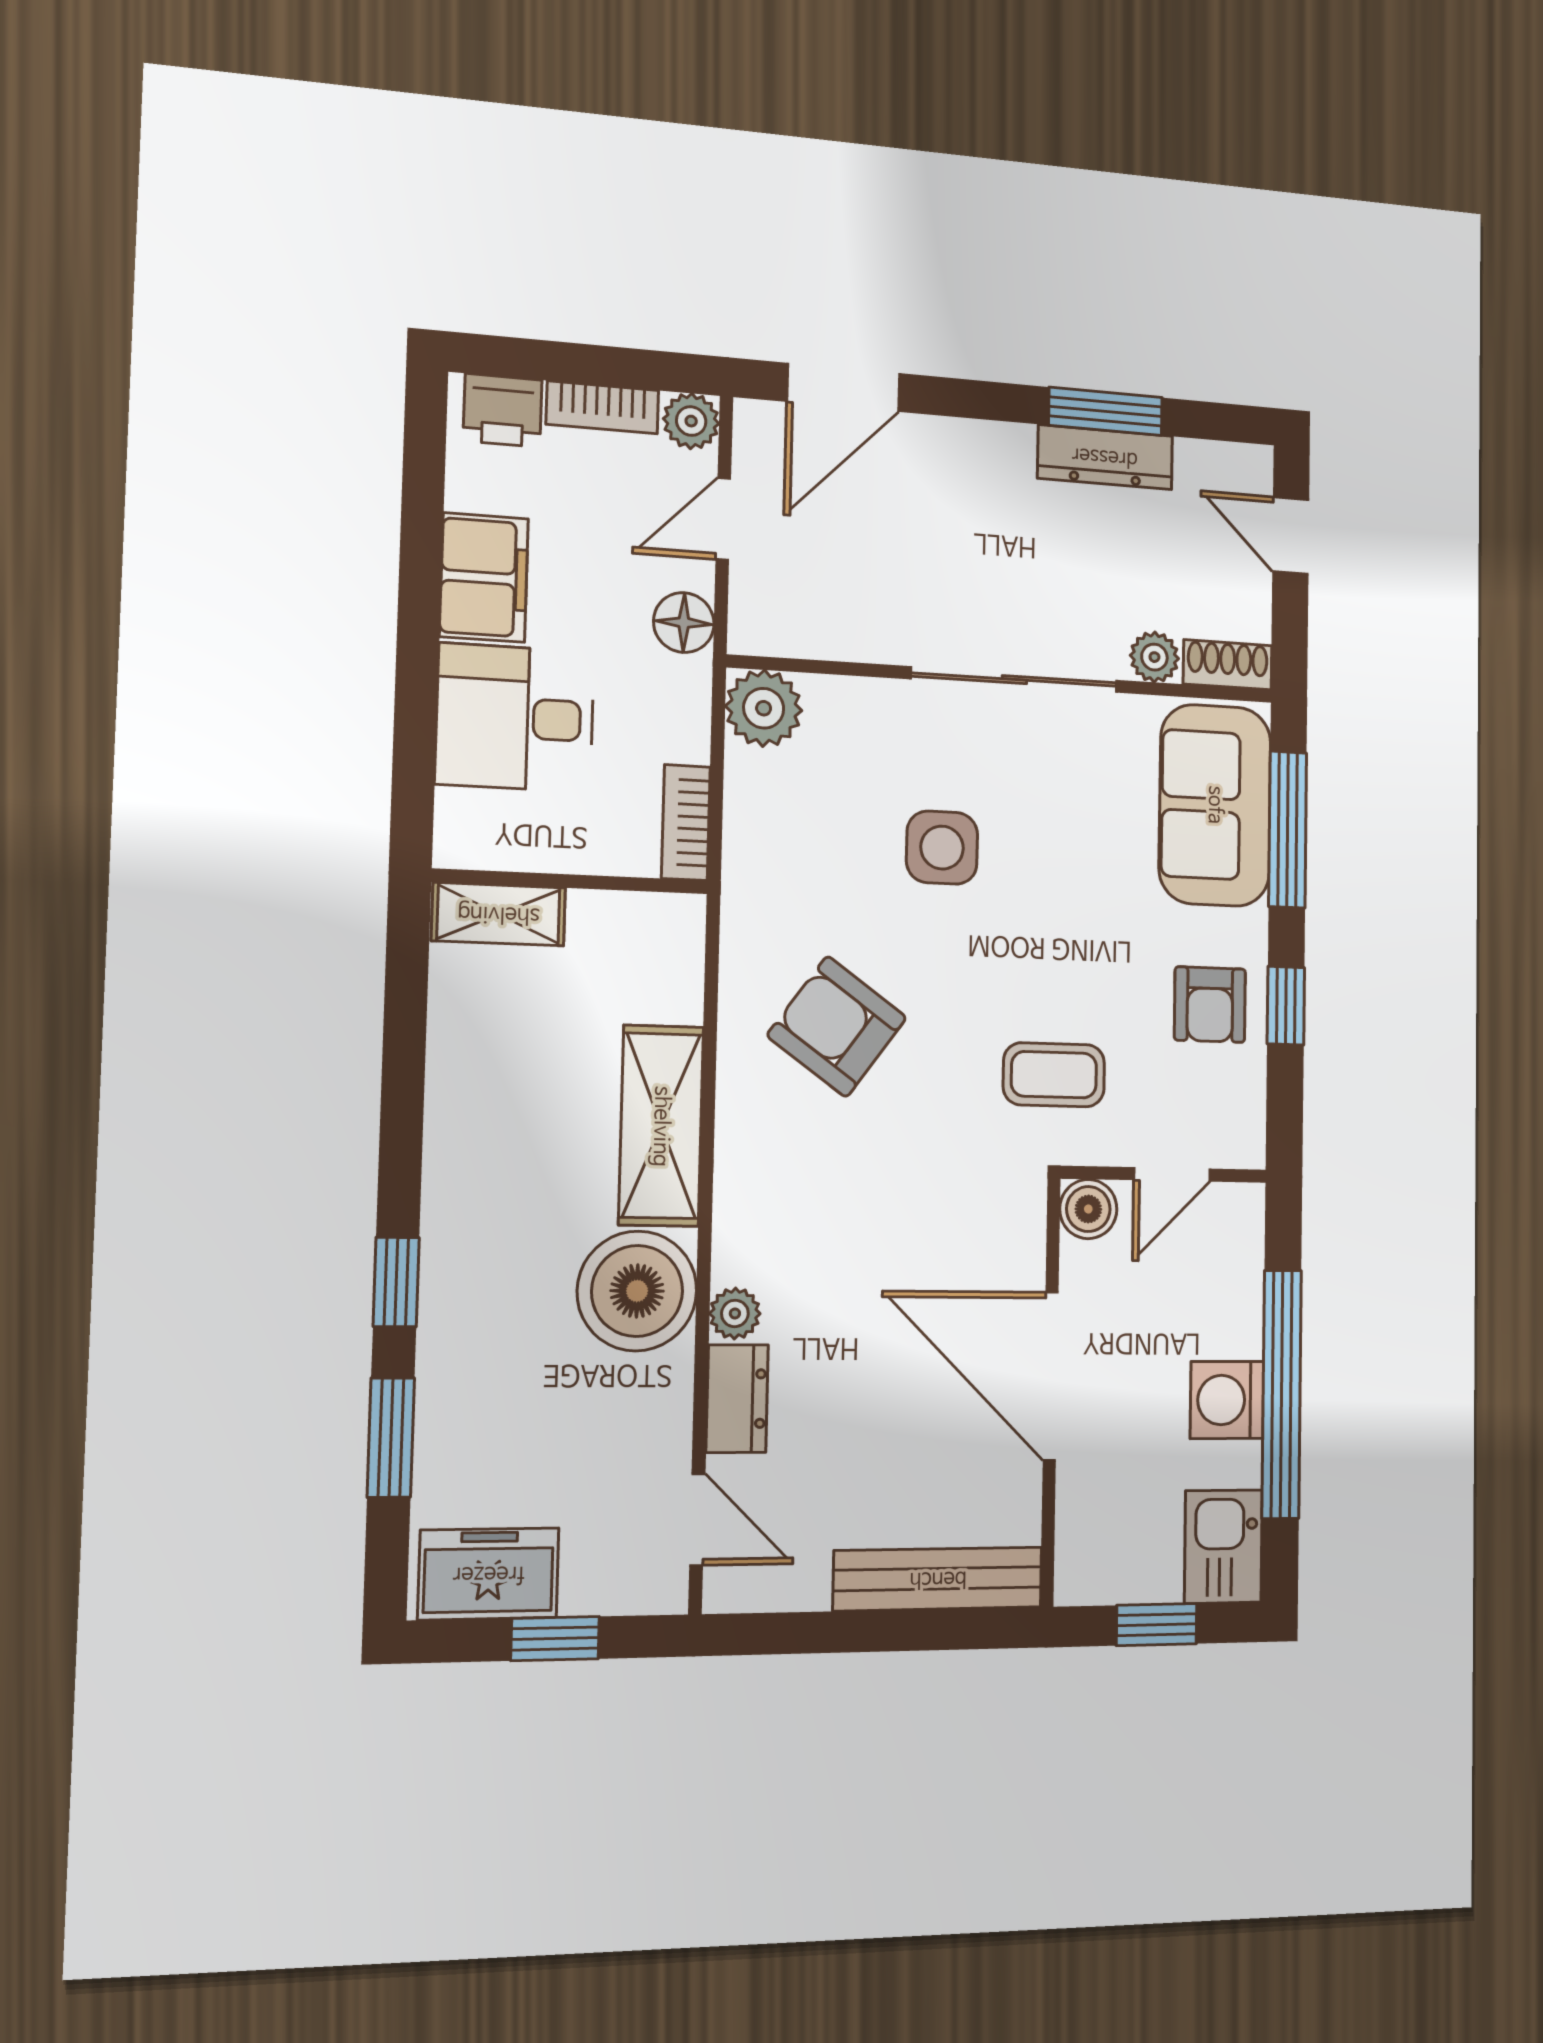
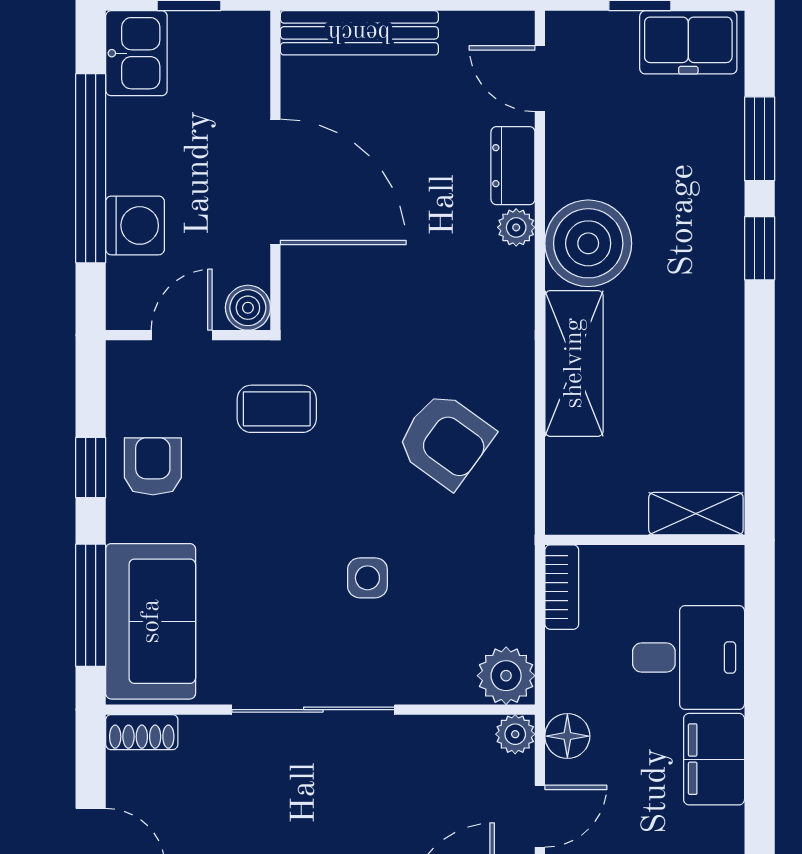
plant: (1154, 657) -> (515, 734), moved
side table: (942, 848) -> (367, 578), width x0.73, depth x0.73
washing machine: (1227, 1400) -> (135, 225), moved

